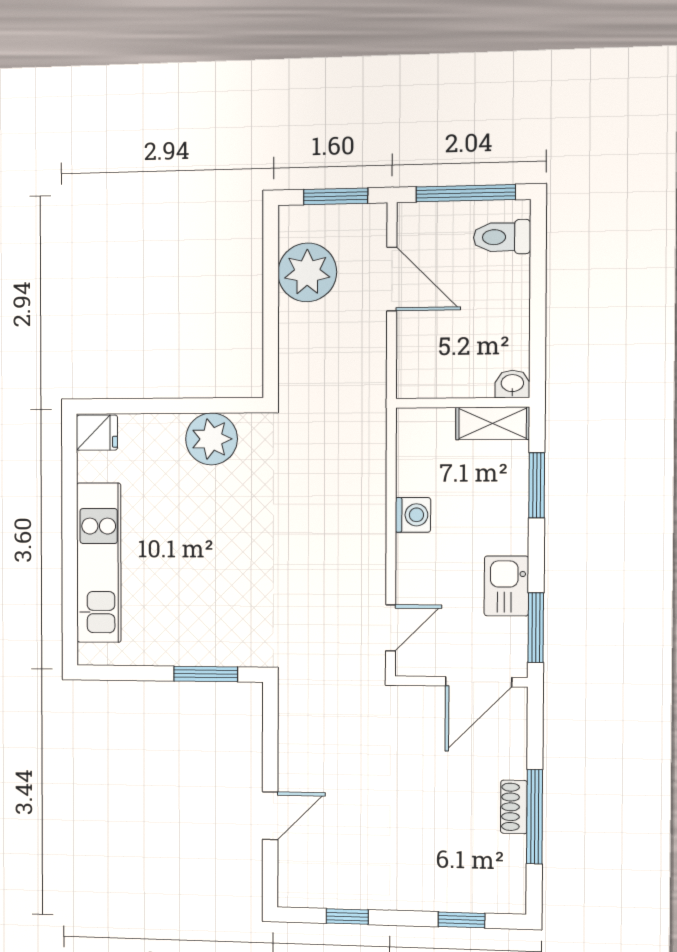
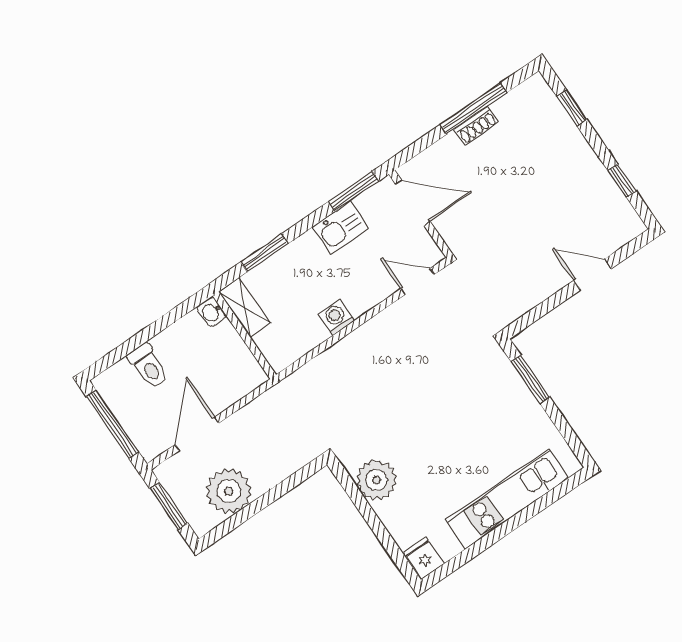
toilet: (502, 237) -> (148, 366), moved

